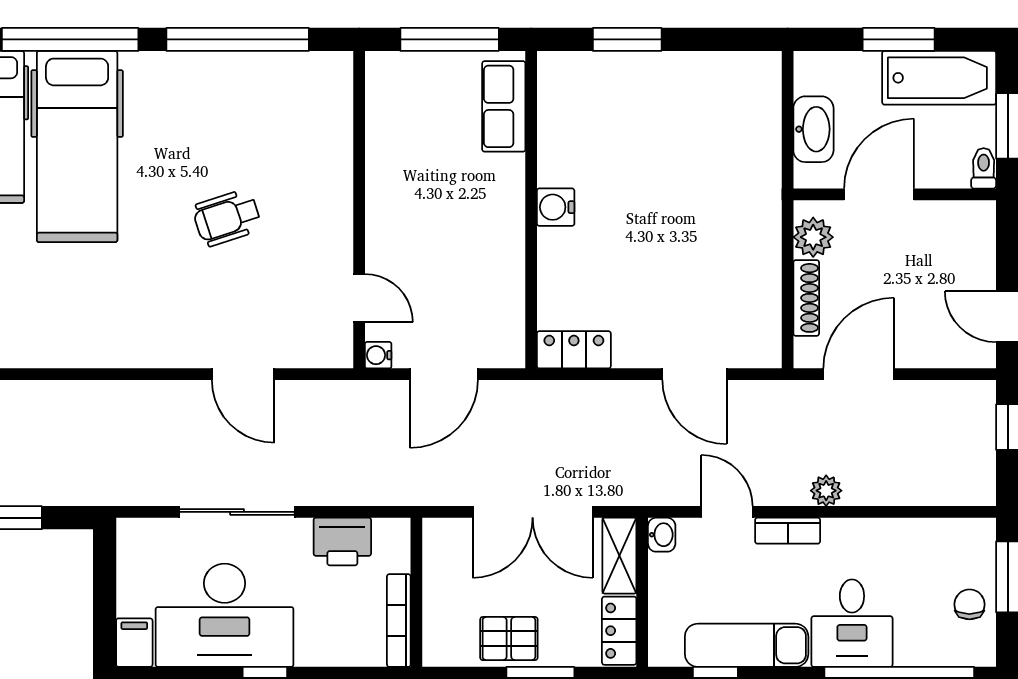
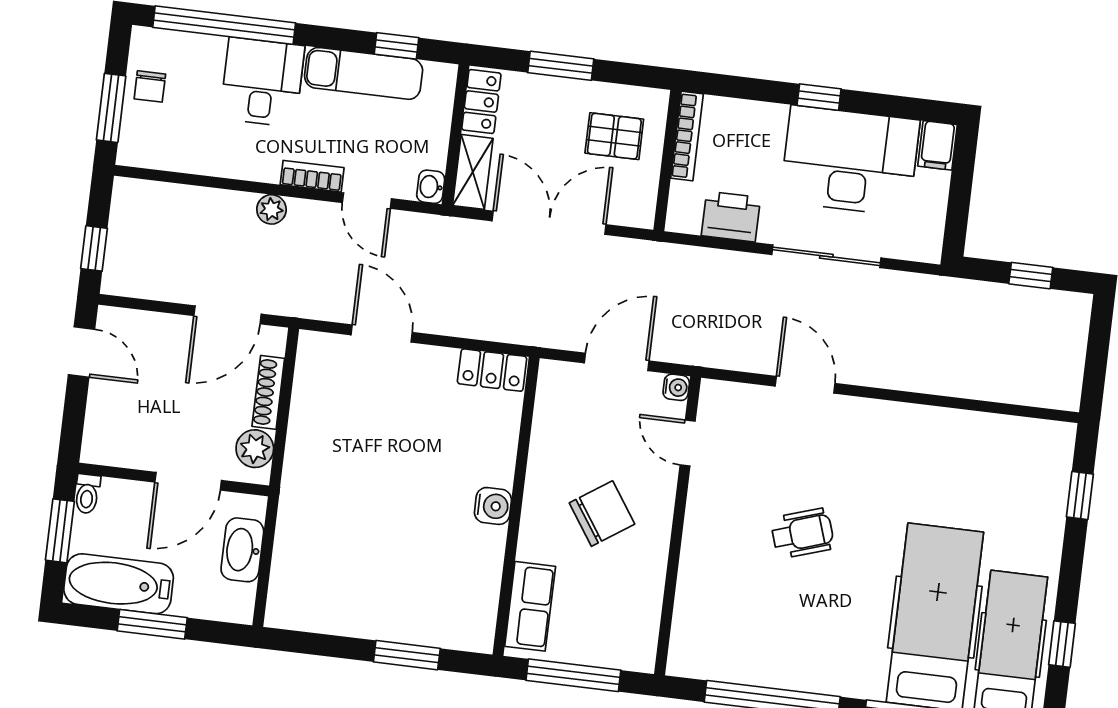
chair: (440, 213) -> (602, 514), added
pallet: (509, 639) -> (614, 136), moved

